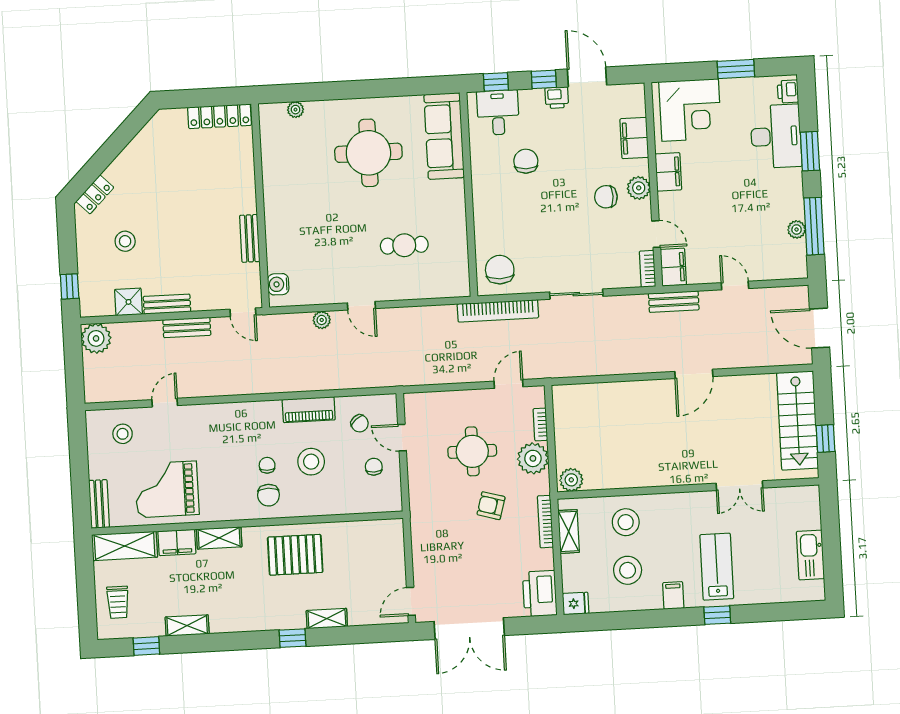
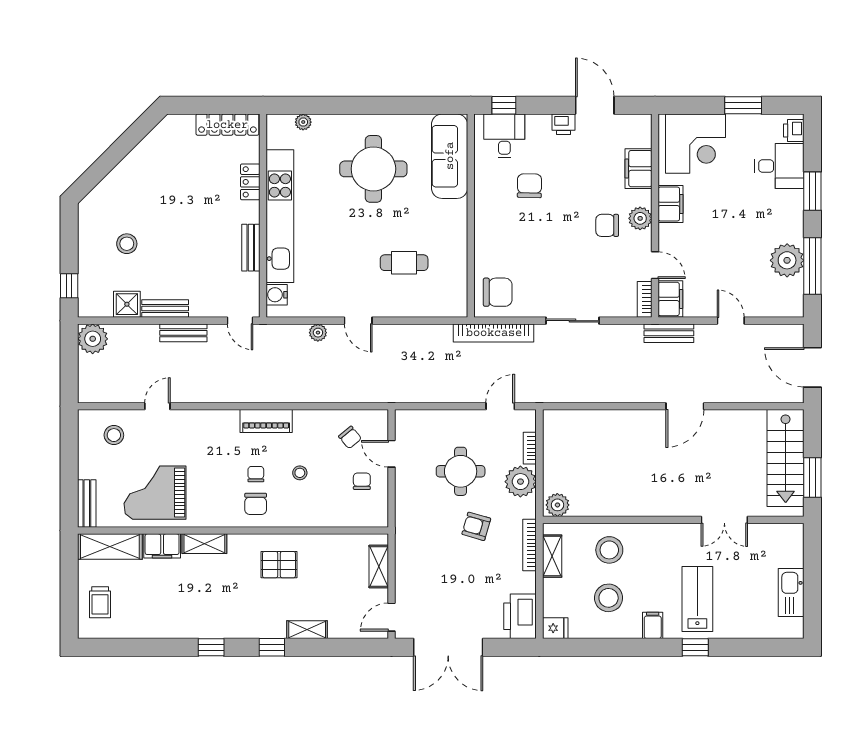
window: (544, 79) -> (552, 105), removed
desk: (776, 136) -> (779, 166), width x0.73
locker: (95, 194) -> (250, 182), moved, turned 135
kitchen unit: (277, 205) -> (280, 216), added
plant: (797, 229) -> (787, 260), width x1.87, depth x1.87
chair: (500, 270) -> (498, 292), turned 90
piano: (309, 410) -> (266, 421), moved
window: (826, 438) -> (812, 478), width x1.50
stool: (311, 462) -> (300, 473), width x0.53, depth x0.53
pallet: (295, 555) -> (279, 565), width x0.67, depth x0.71
shelving: (187, 626) -> (379, 566), moved, turned 90
window: (146, 646) -> (211, 647), moved

